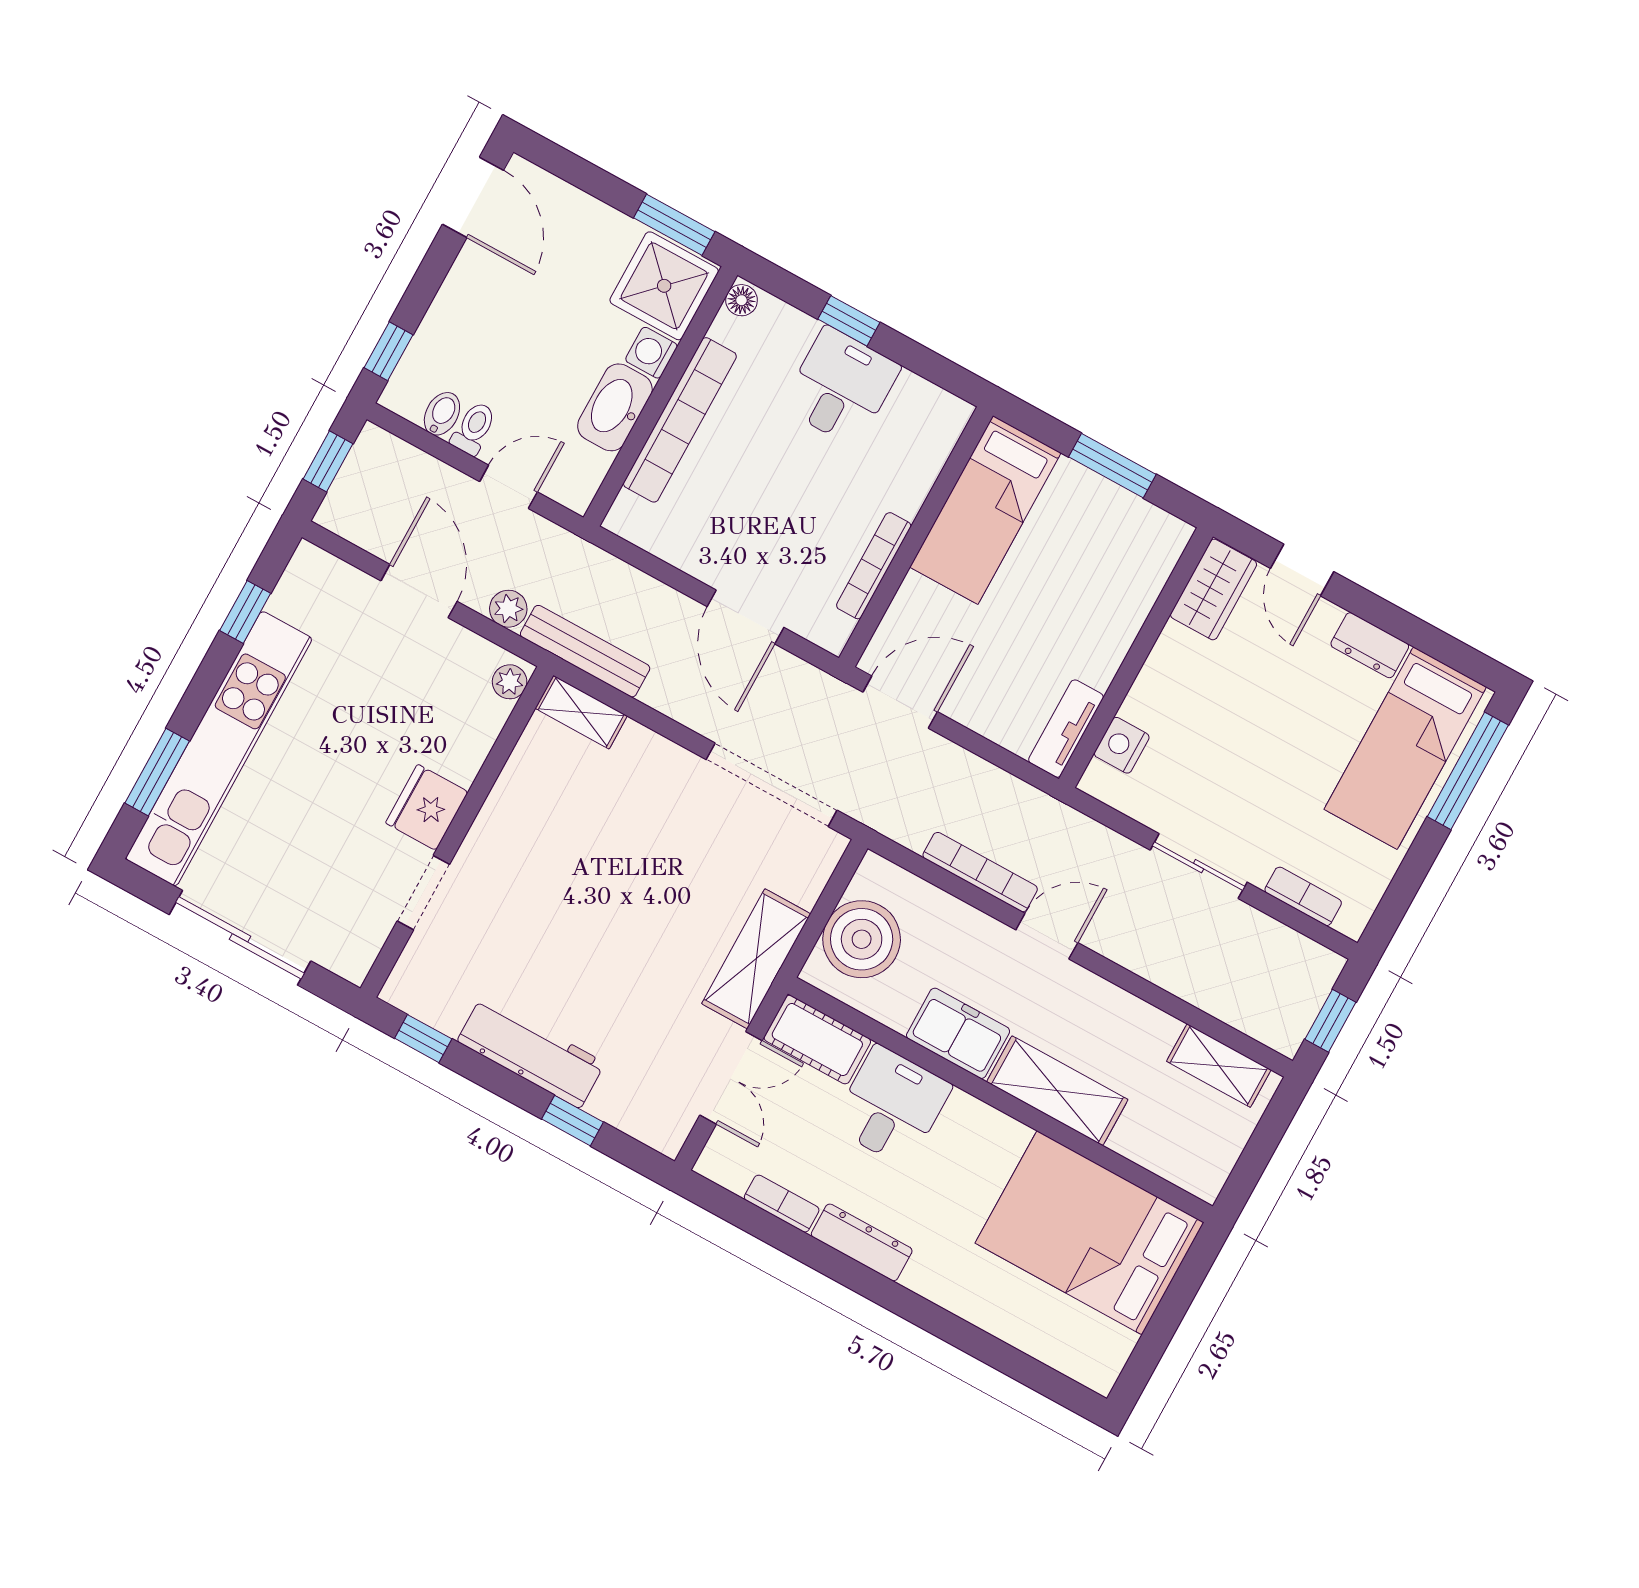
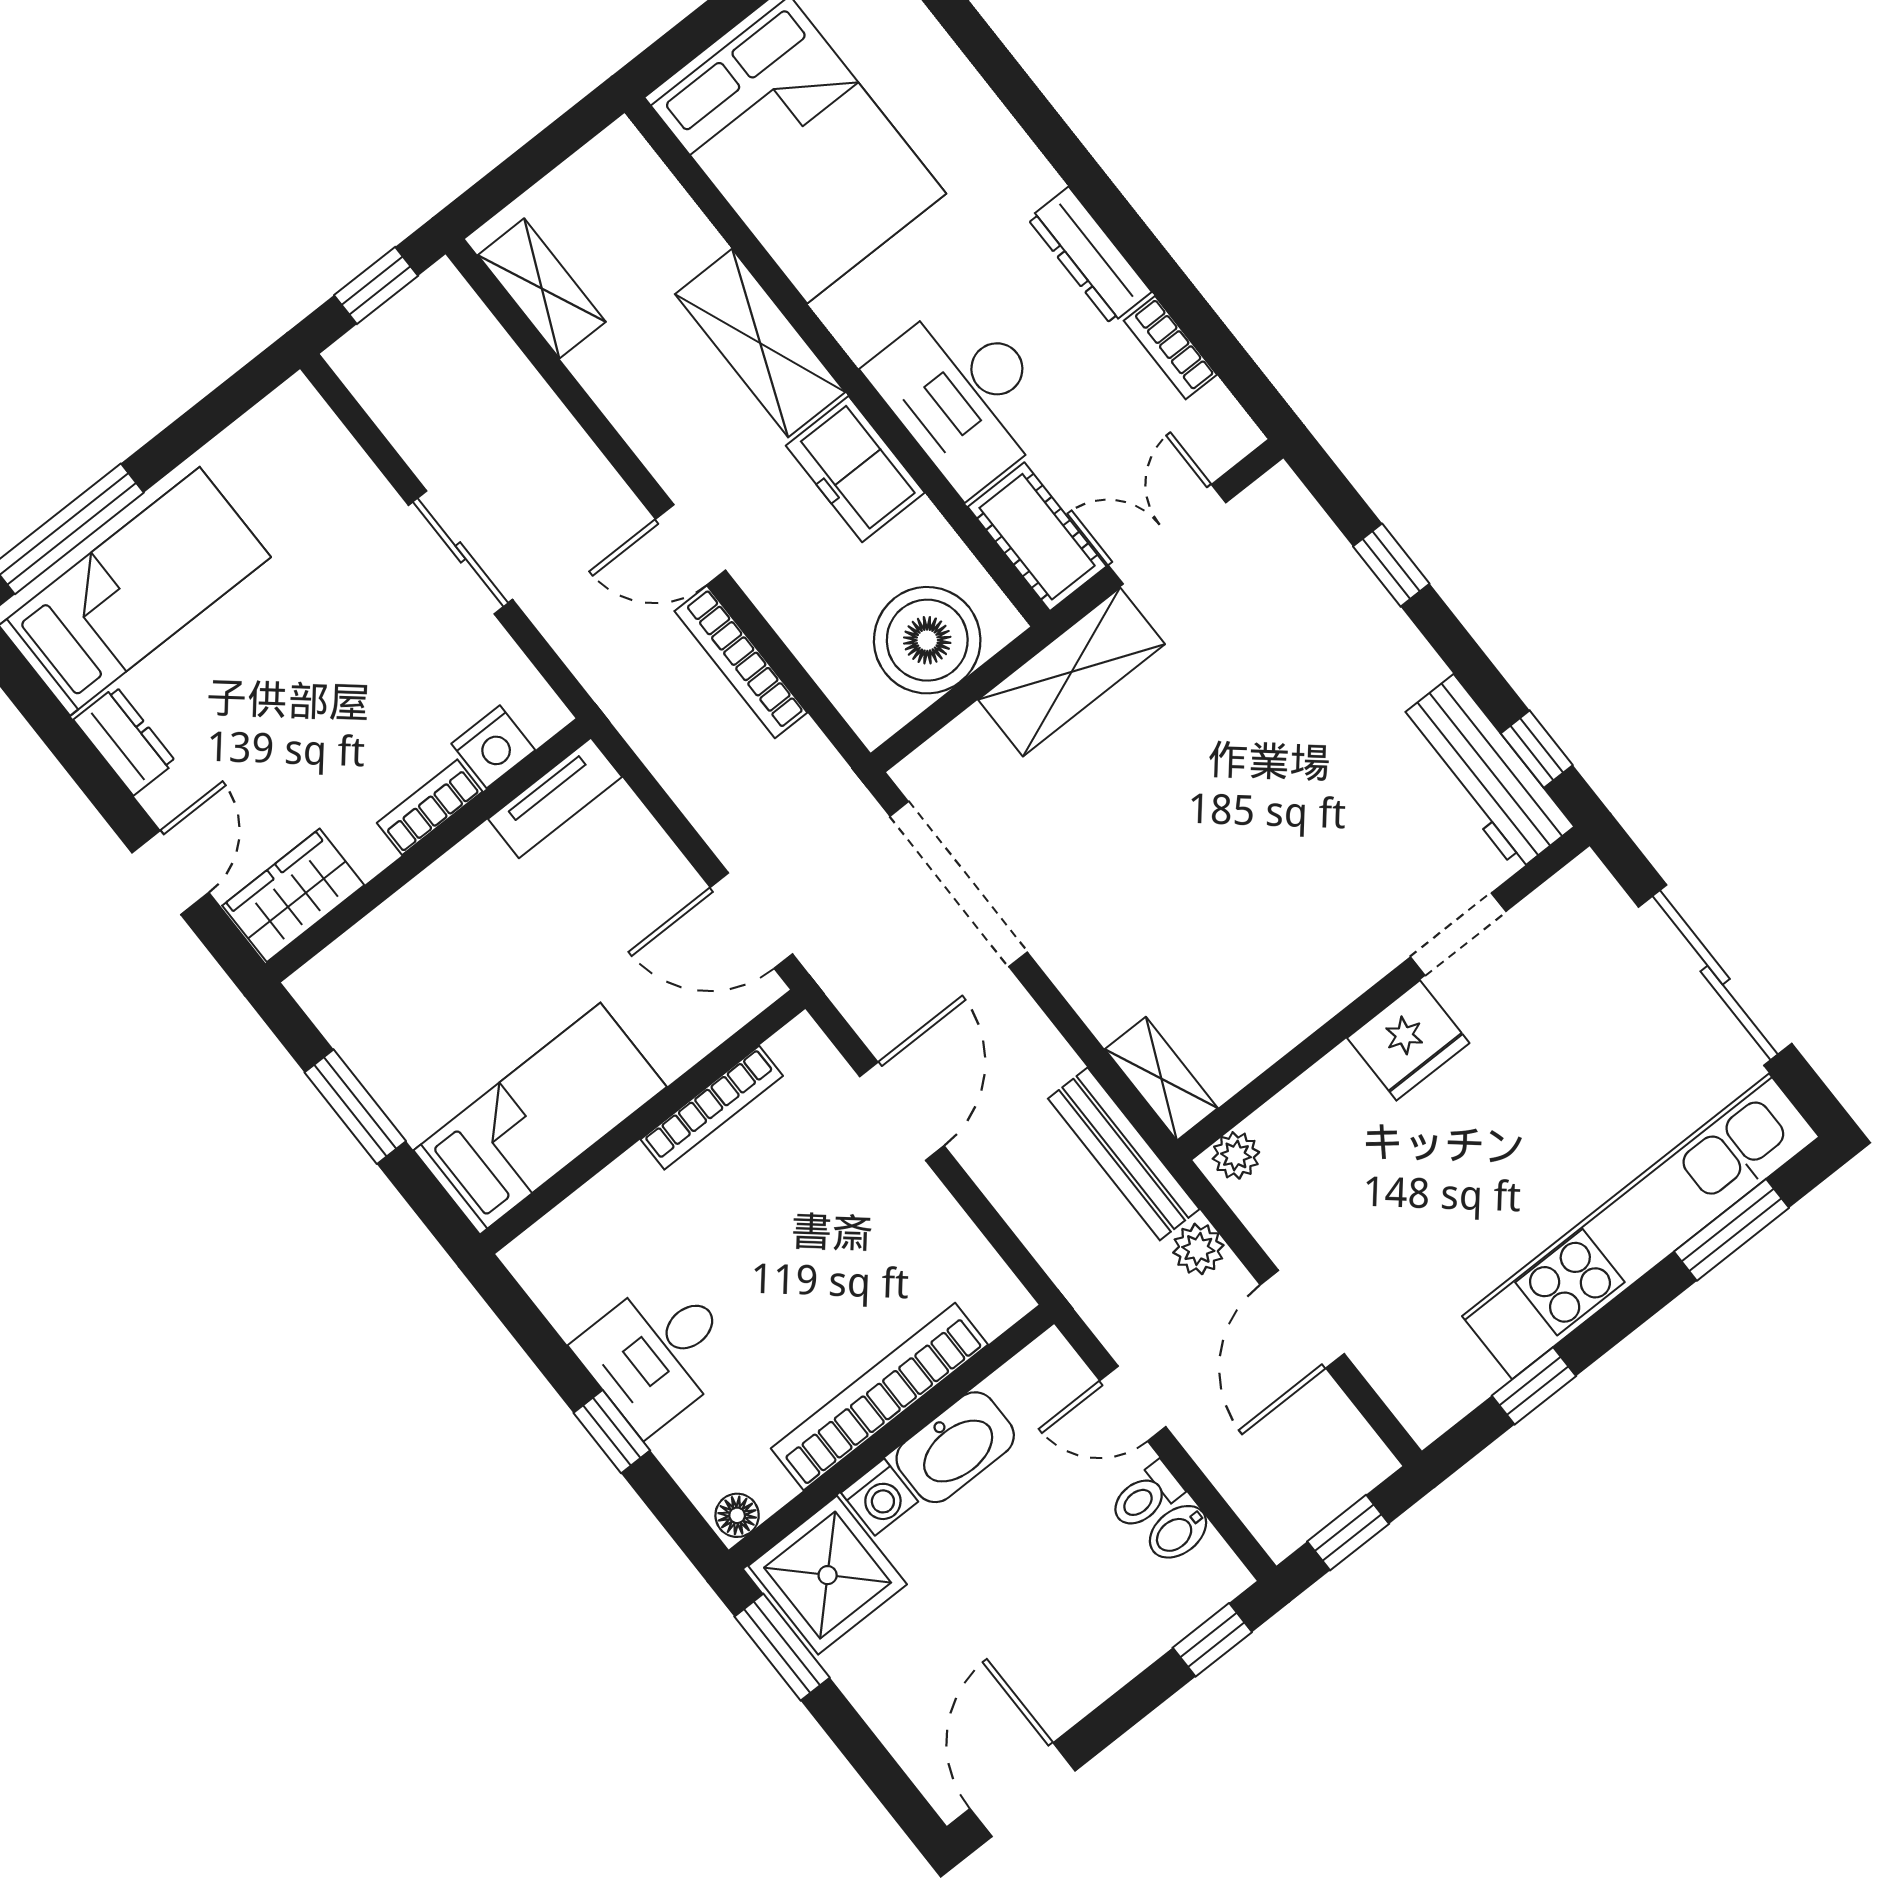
bookcase: (1303, 896) -> (430, 807), moved, turned 90
workbench: (531, 1052) -> (1485, 773), moved
desk: (891, 1106) -> (964, 395), width x1.37

